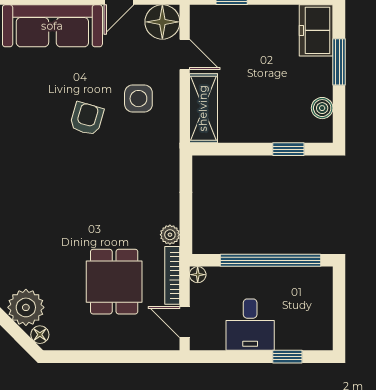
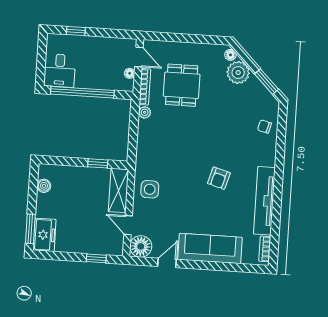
window: (339, 62) -> (30, 229), moved
side table: (138, 99) -> (150, 189), moved
armchair: (87, 119) -> (219, 178), moved
window: (288, 149) -> (98, 163), moved
floor lamp: (198, 275) -> (130, 73), moved
desk: (250, 325) -> (60, 71), moved, turned 180

